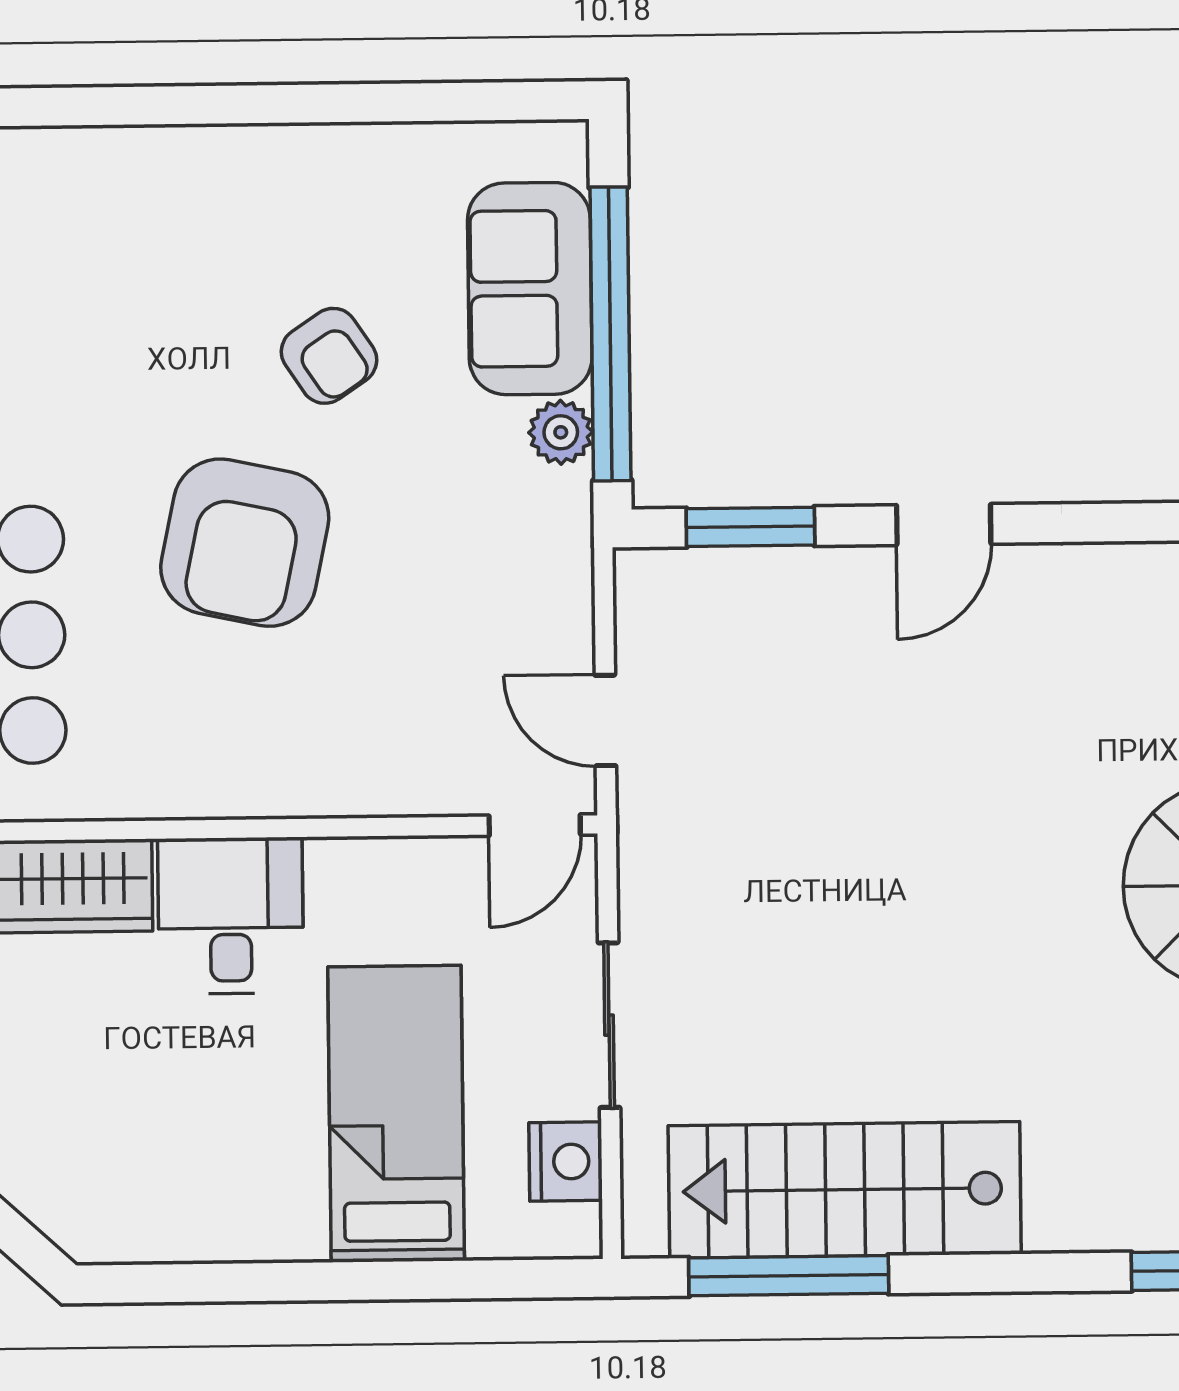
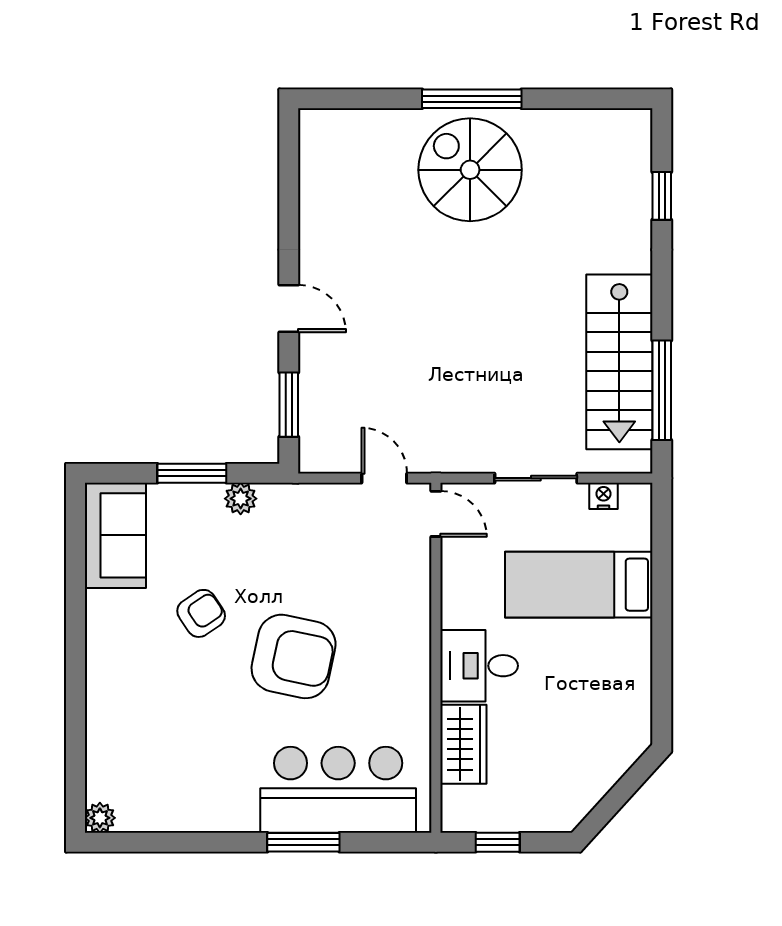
sofa: (530, 289) -> (115, 535), moved, turned -90
window: (610, 334) -> (192, 473), width x0.47
door: (605, 720) -> (384, 478), swing flipped
nightstand: (566, 1162) -> (604, 496), width x0.72, depth x0.74

